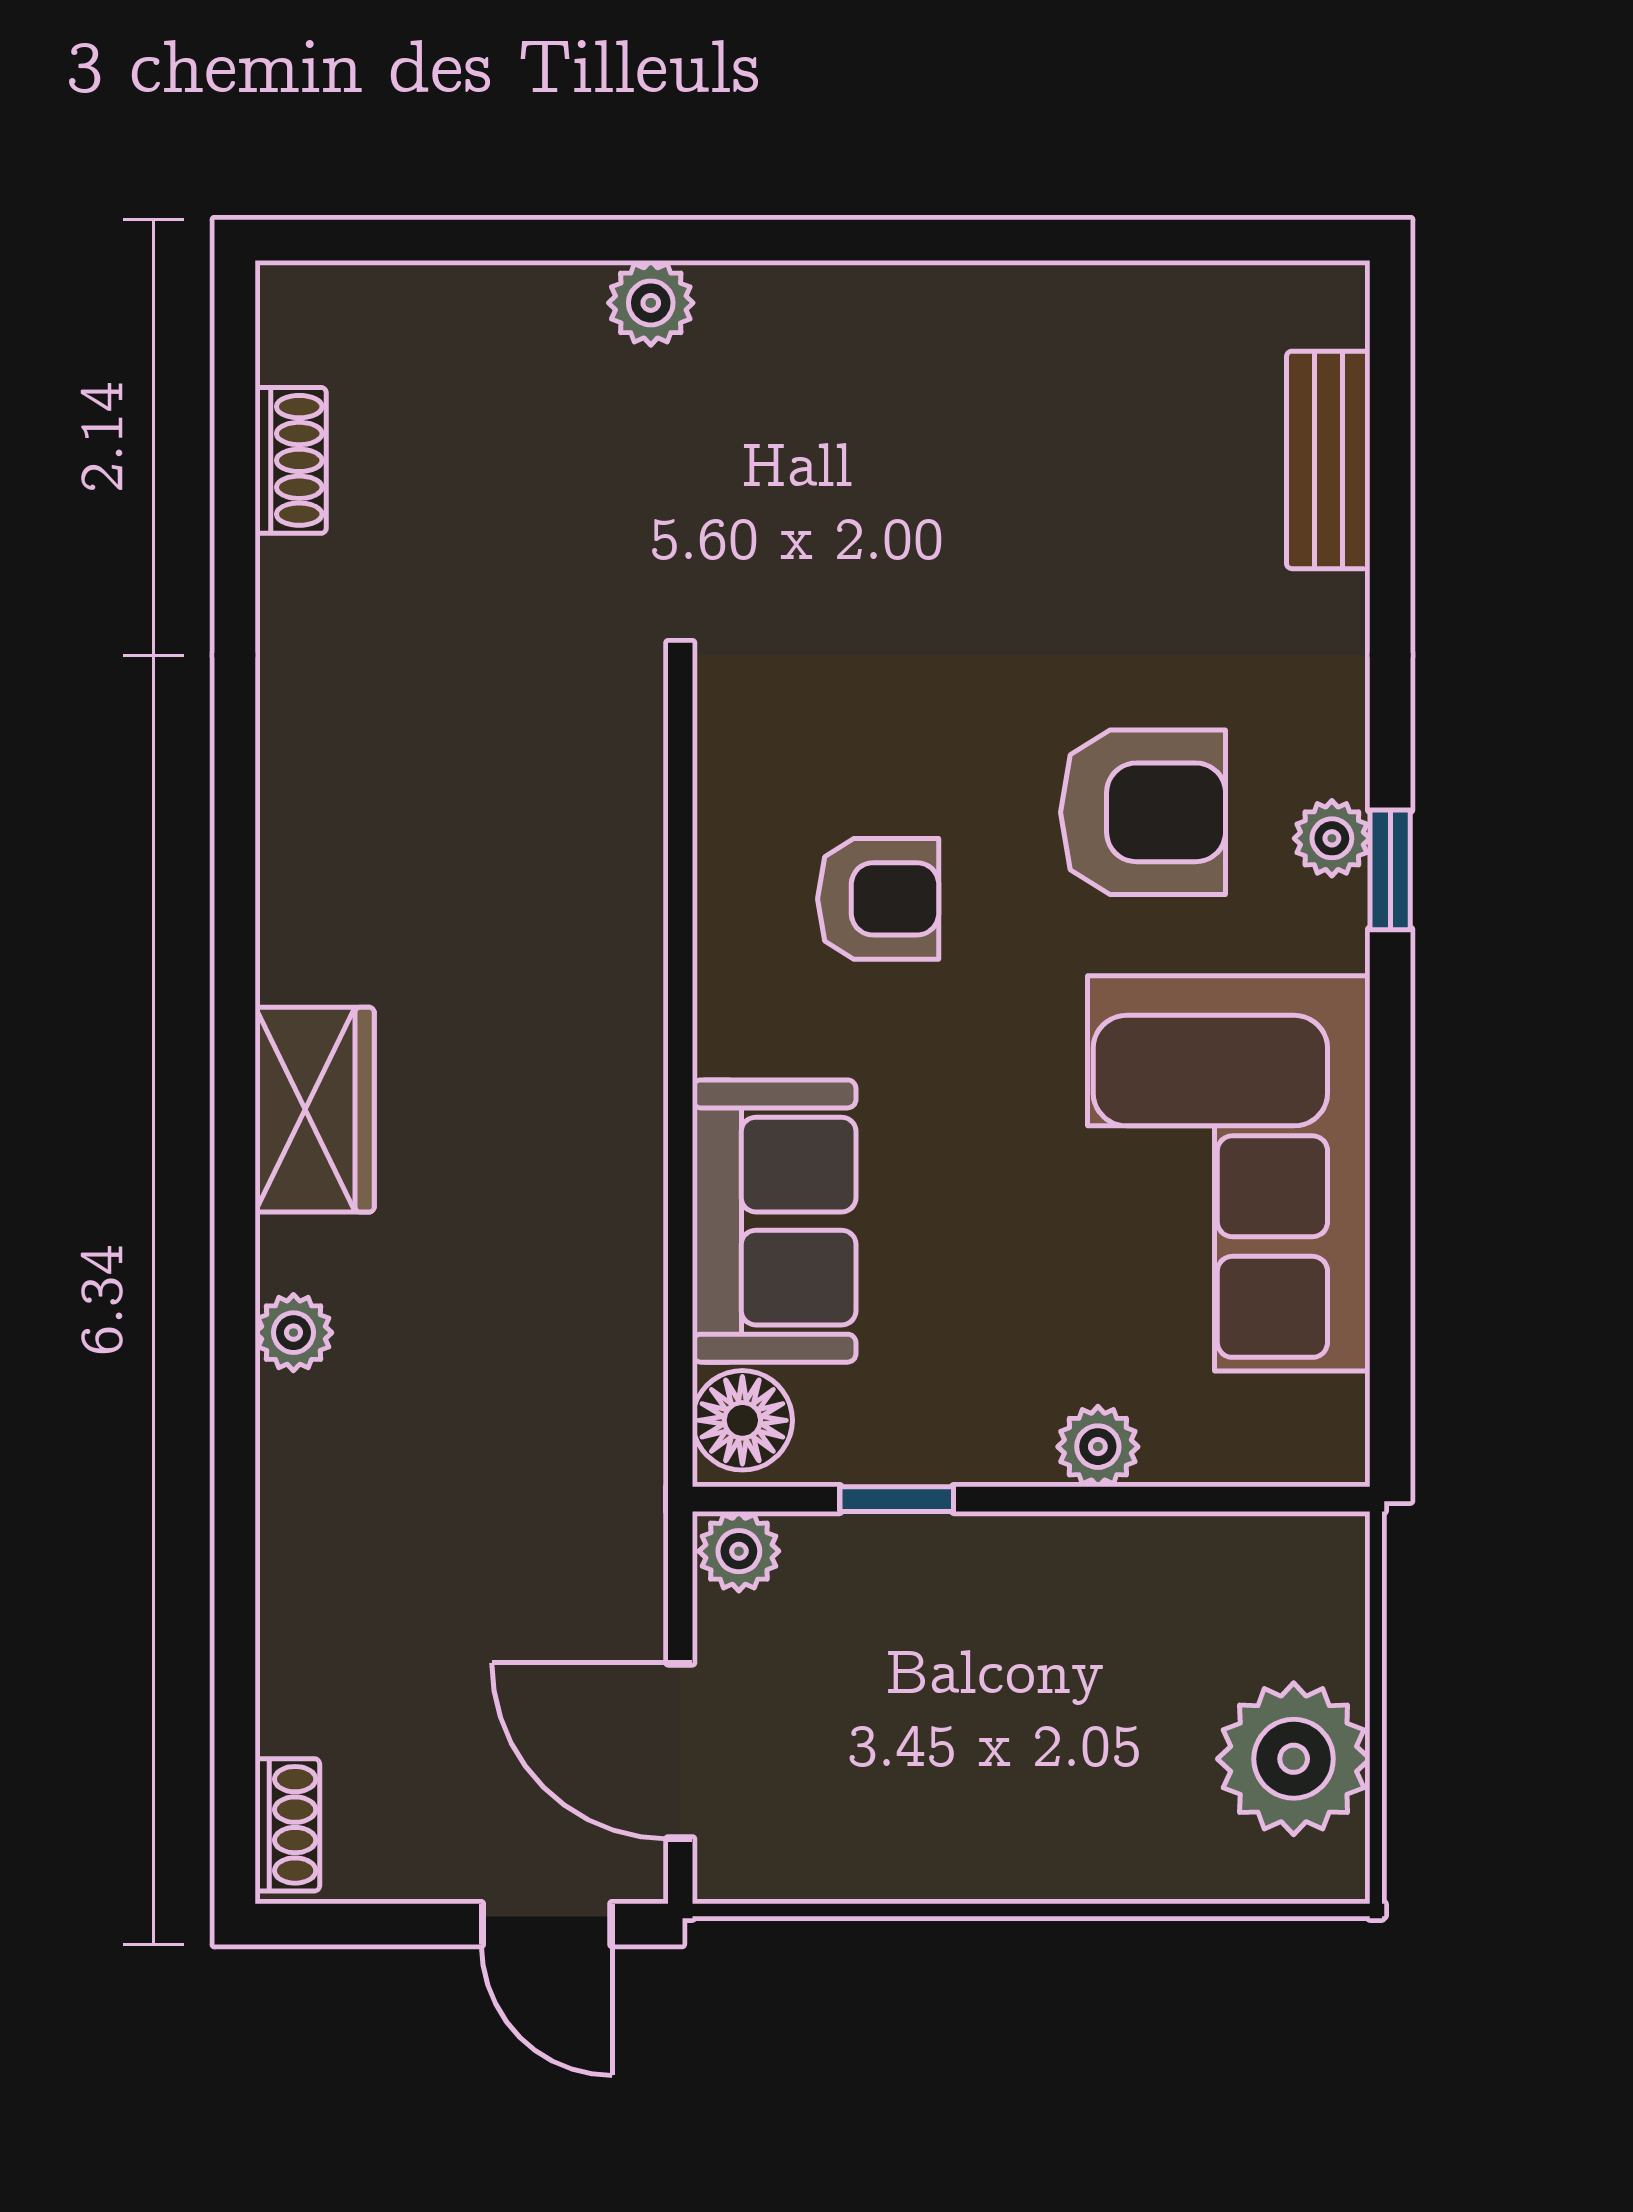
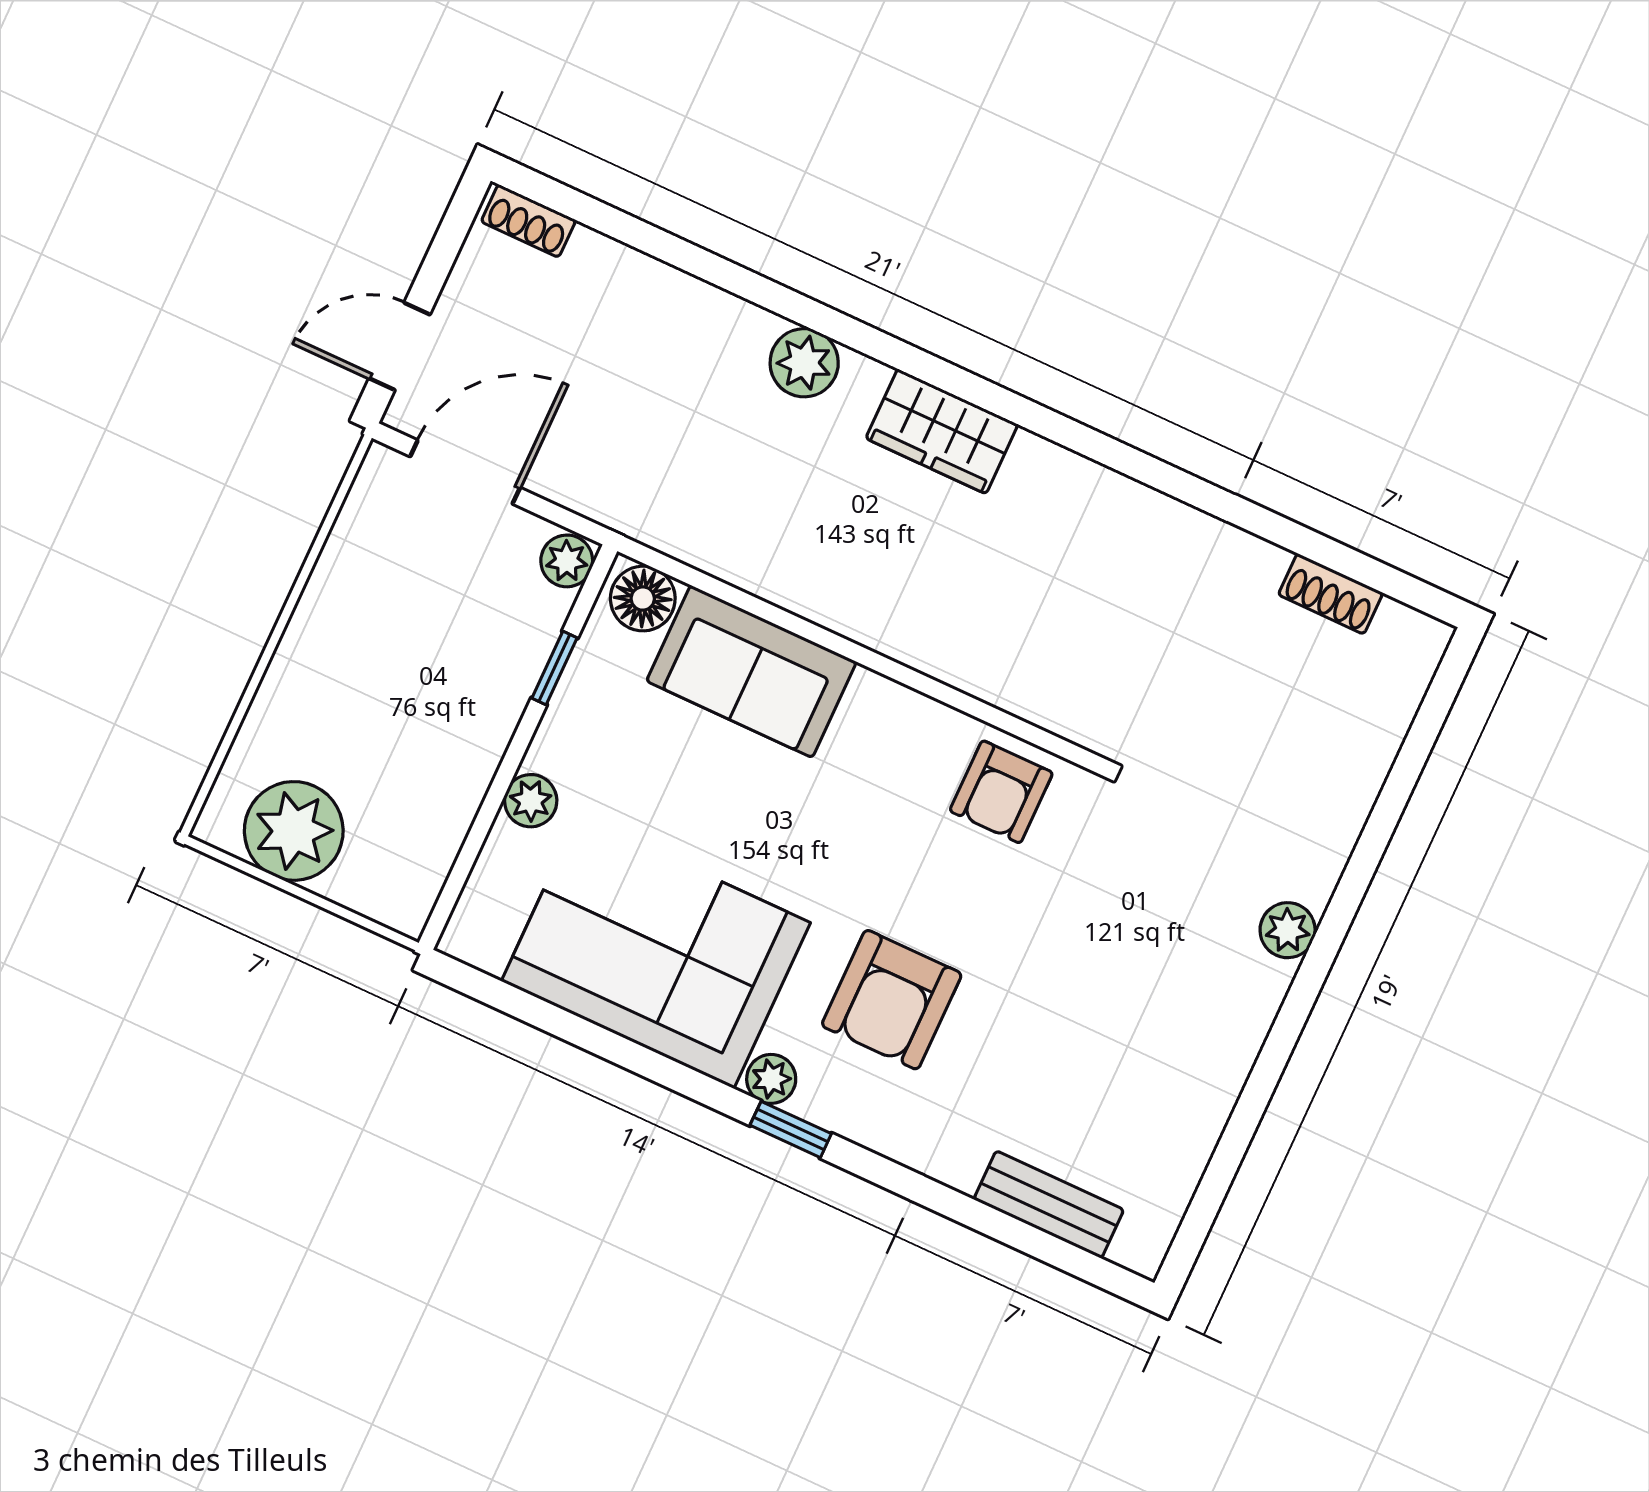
plant: (651, 303) -> (1288, 930), moved
plant: (1332, 838) -> (771, 1079), moved
armchair: (878, 899) -> (1001, 792), moved
plant: (293, 1333) -> (804, 363), width x1.38, depth x1.38

